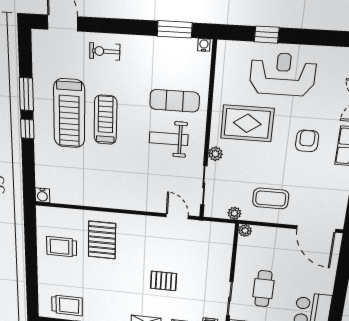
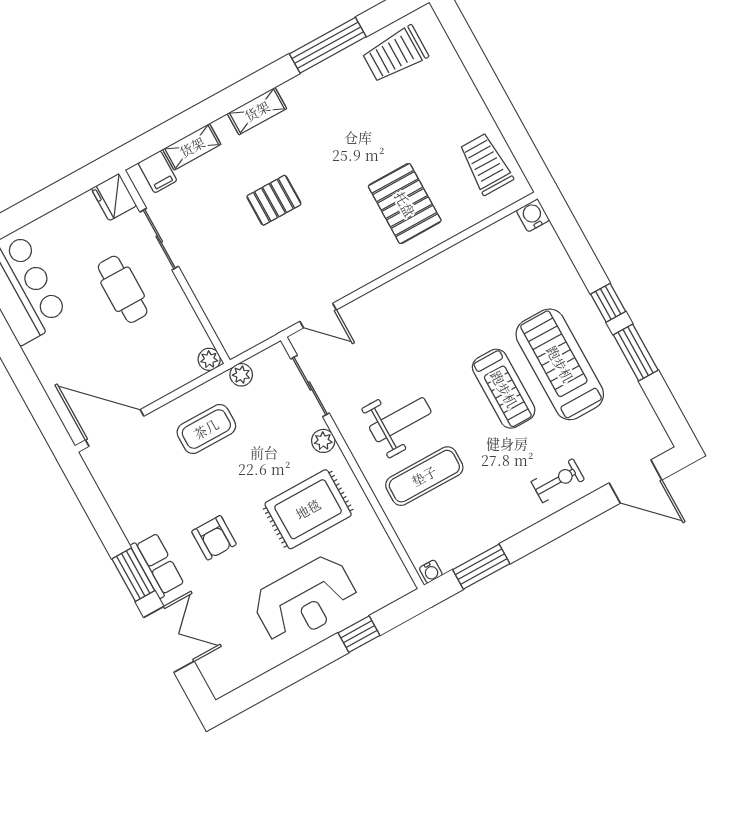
trolley: (62, 247) -> (486, 164), moved, turned -90

